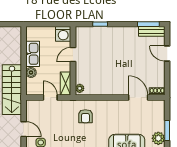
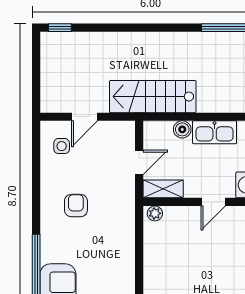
door: (73, 55) -> (213, 202), swing flipped
armchair: (85, 116) -> (76, 206), moved, turned 90

